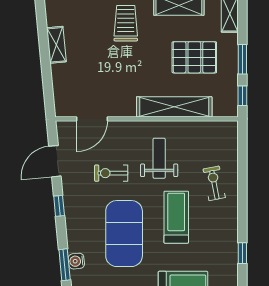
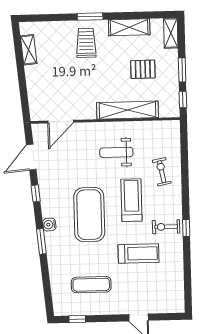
shelving: (56, 45) -> (29, 50), moved
pallet: (194, 57) -> (143, 69), width x0.67, depth x0.71
weight bench: (159, 158) -> (116, 152), turned -90
exercise bike: (111, 173) -> (166, 227), moved
water cooler: (76, 261) -> (49, 225), moved

